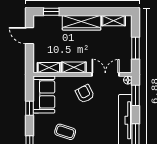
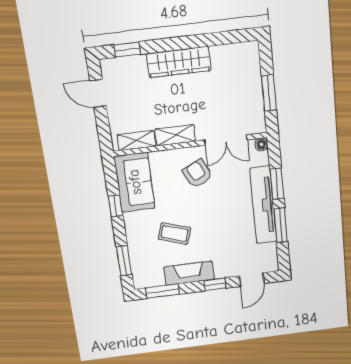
shelving: (114, 21) -> (230, 52), removed
double door: (105, 74) -> (226, 140), swing flipped
window: (136, 95) -> (277, 184), moved

